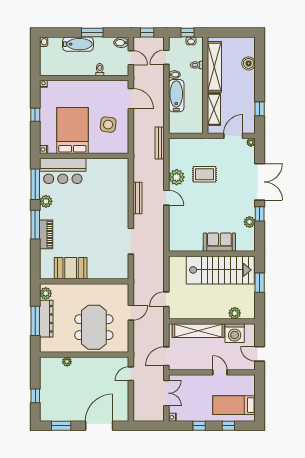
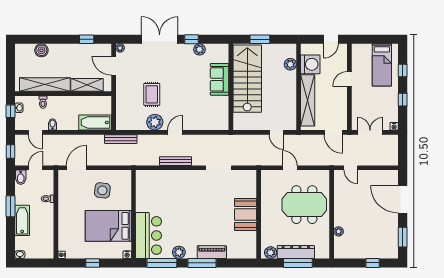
bathtub: (176, 96) -> (95, 122), moved
booth: (71, 268) -> (246, 214), moved

